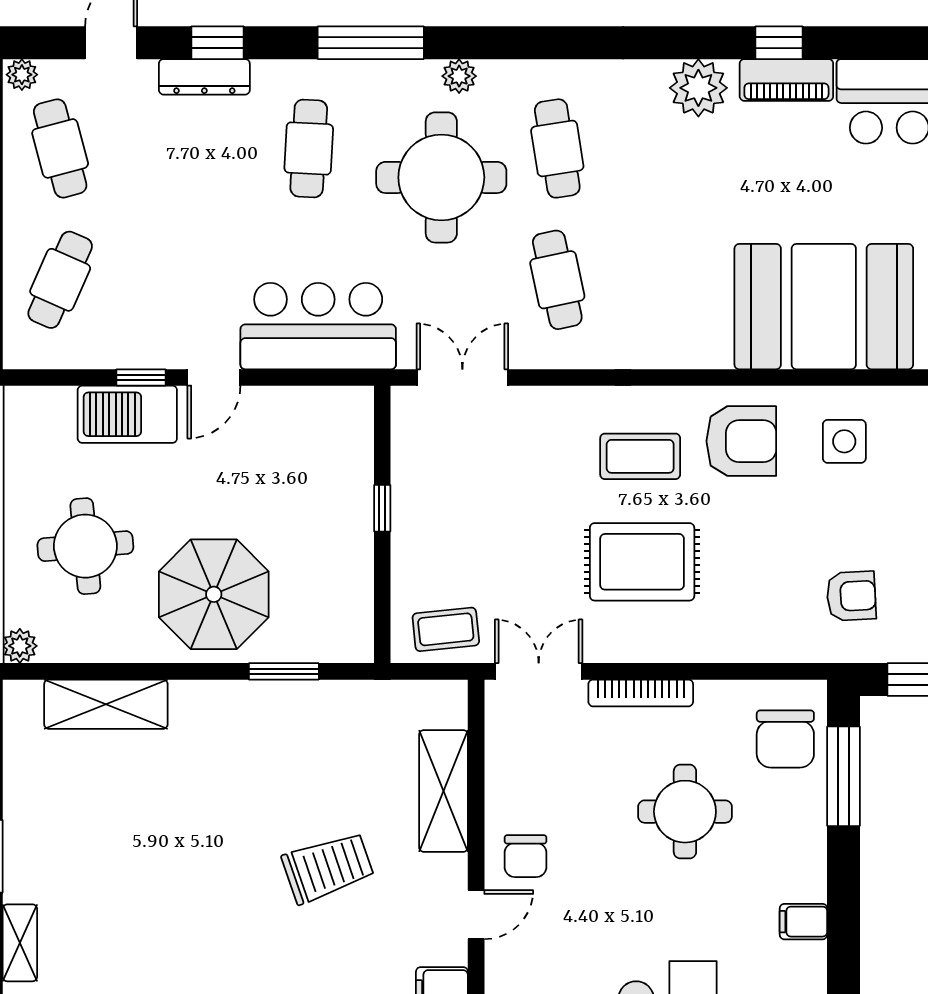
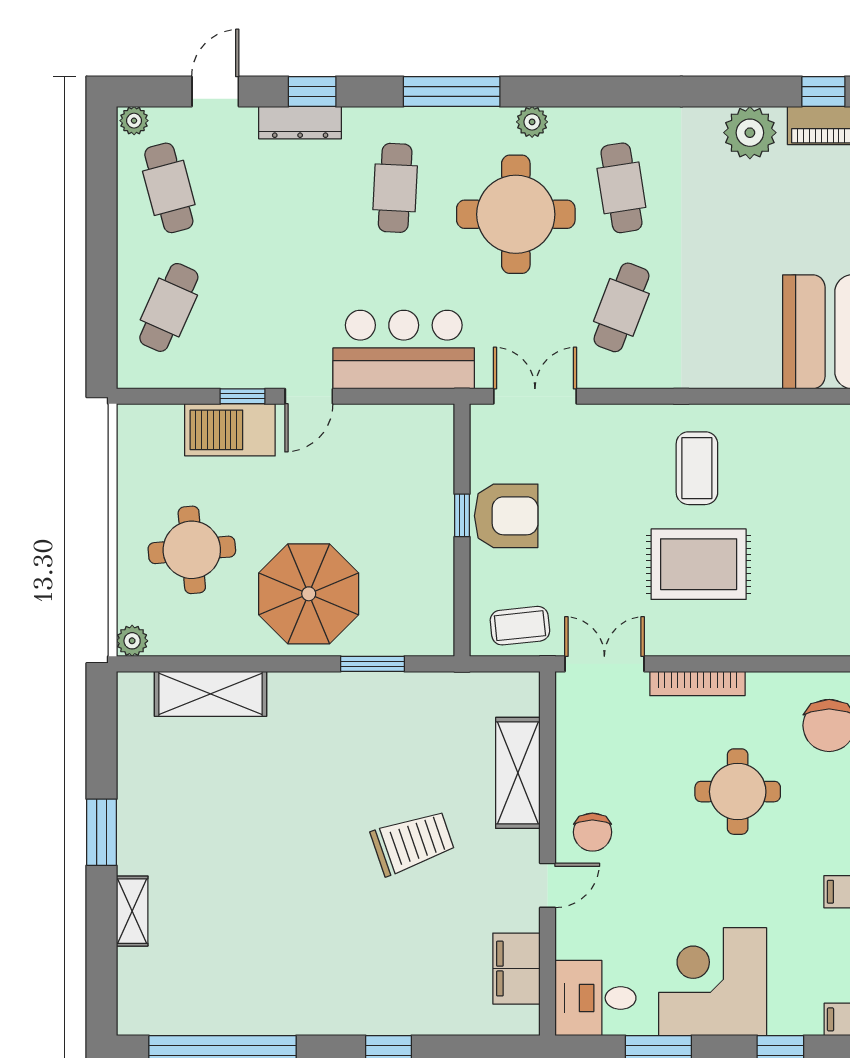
cafe table: (557, 280) -> (621, 307), turned 33
armchair: (741, 441) -> (506, 516), moved
coffee table: (640, 456) -> (697, 468), turned 90

